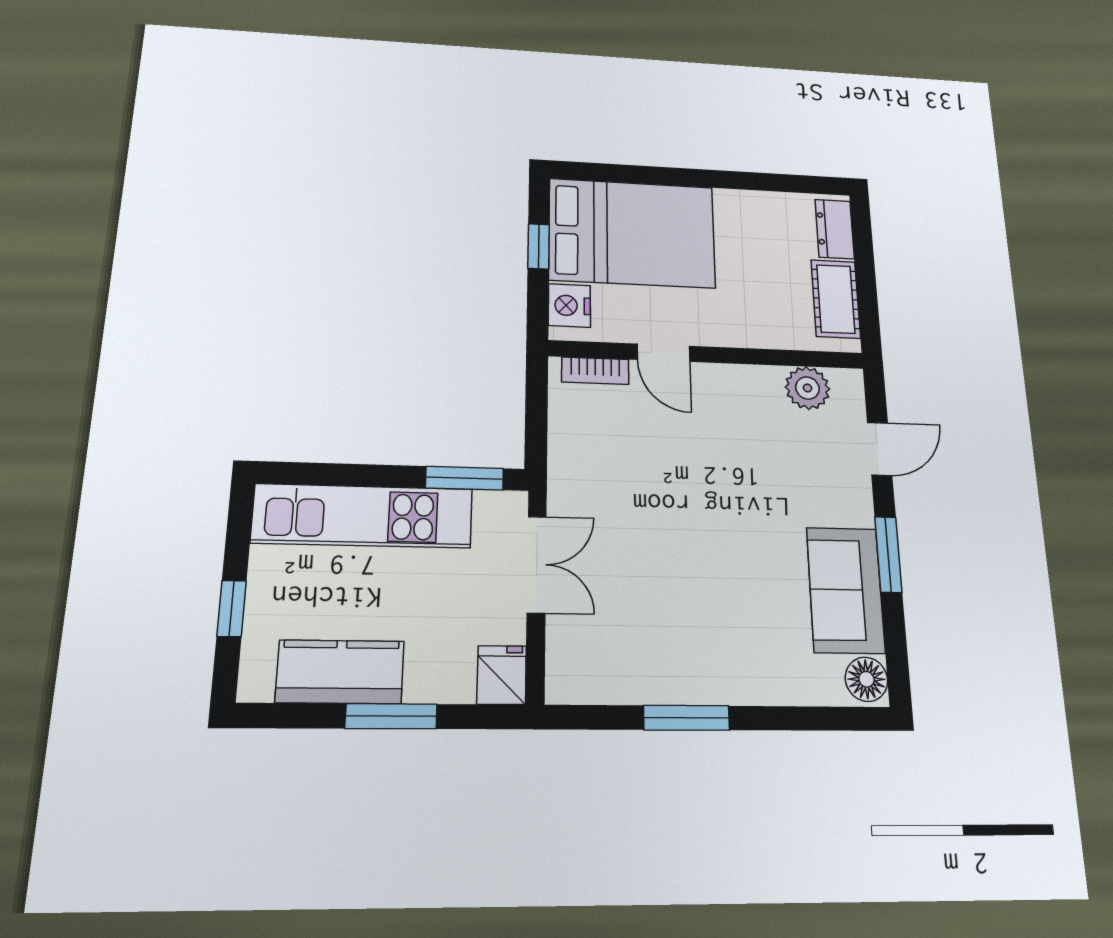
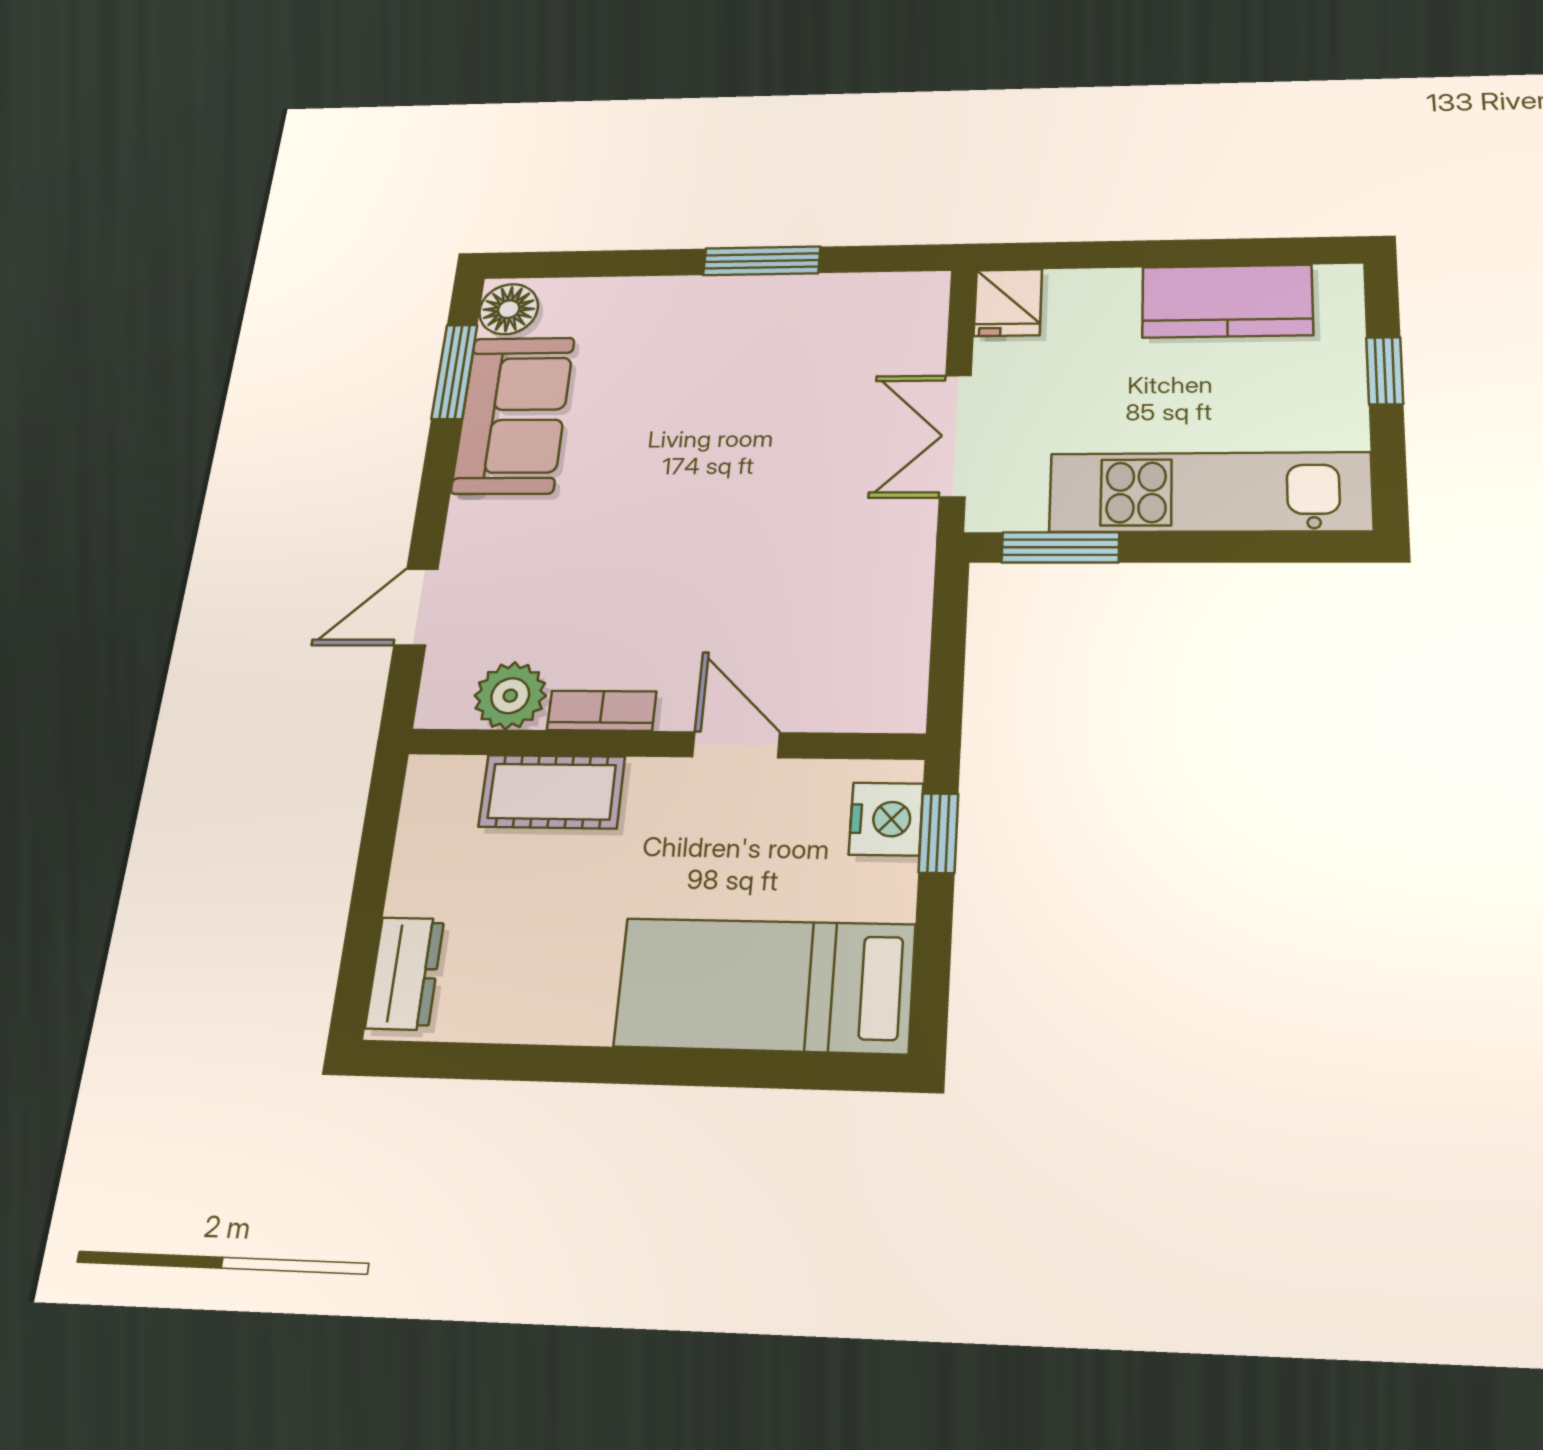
bed: (632, 233) -> (765, 985), width x0.67
window: (539, 246) -> (938, 833), moved
cot: (836, 299) -> (552, 792), moved, turned 90
bookcase: (595, 371) -> (602, 711), moved
window: (888, 554) -> (455, 372), moved
window: (391, 716) -> (1156, 254), removed

